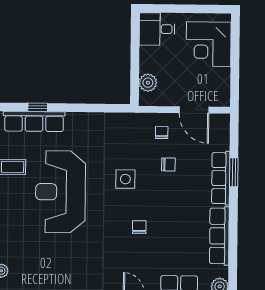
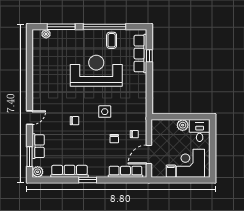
filing cabinet: (221, 75) -> (171, 171), added
plant: (148, 83) -> (183, 125), moved
window: (234, 172) -> (88, 180), moved
row of seats: (221, 178) -> (125, 172), moved

